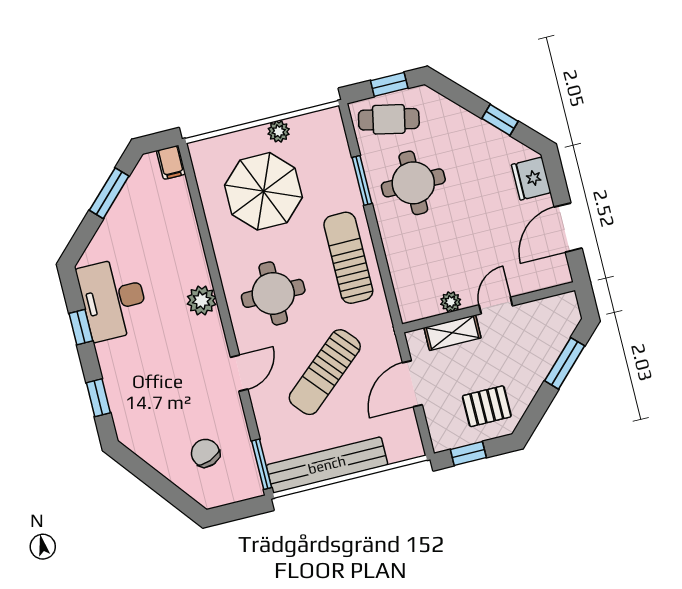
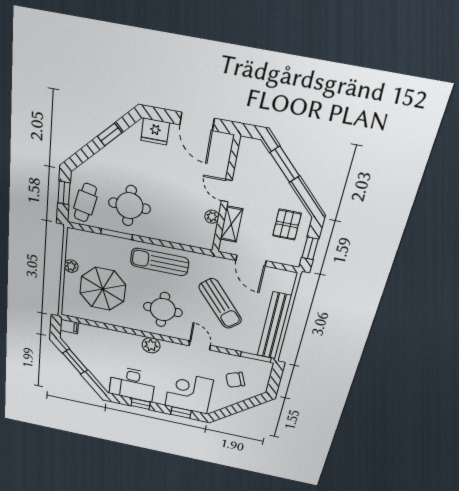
corner desk: (144, 394) -> (189, 393), added

